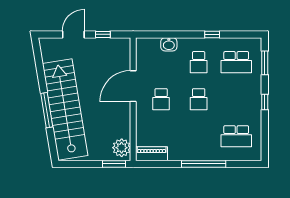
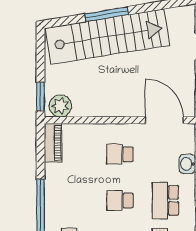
school desk: (199, 62) -> (165, 200), width x1.85
door: (133, 86) -> (164, 120), moved

